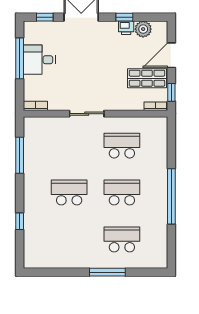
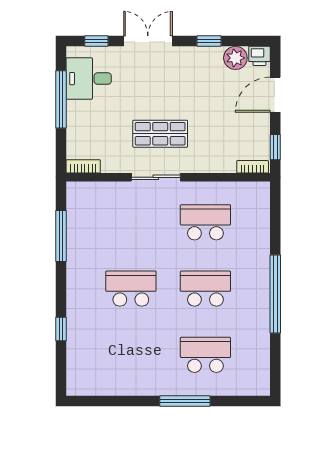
printer: (126, 28) -> (259, 56), moved
desk: (39, 60) -> (89, 79), moved
shop shelf: (147, 78) -> (160, 134), moved

